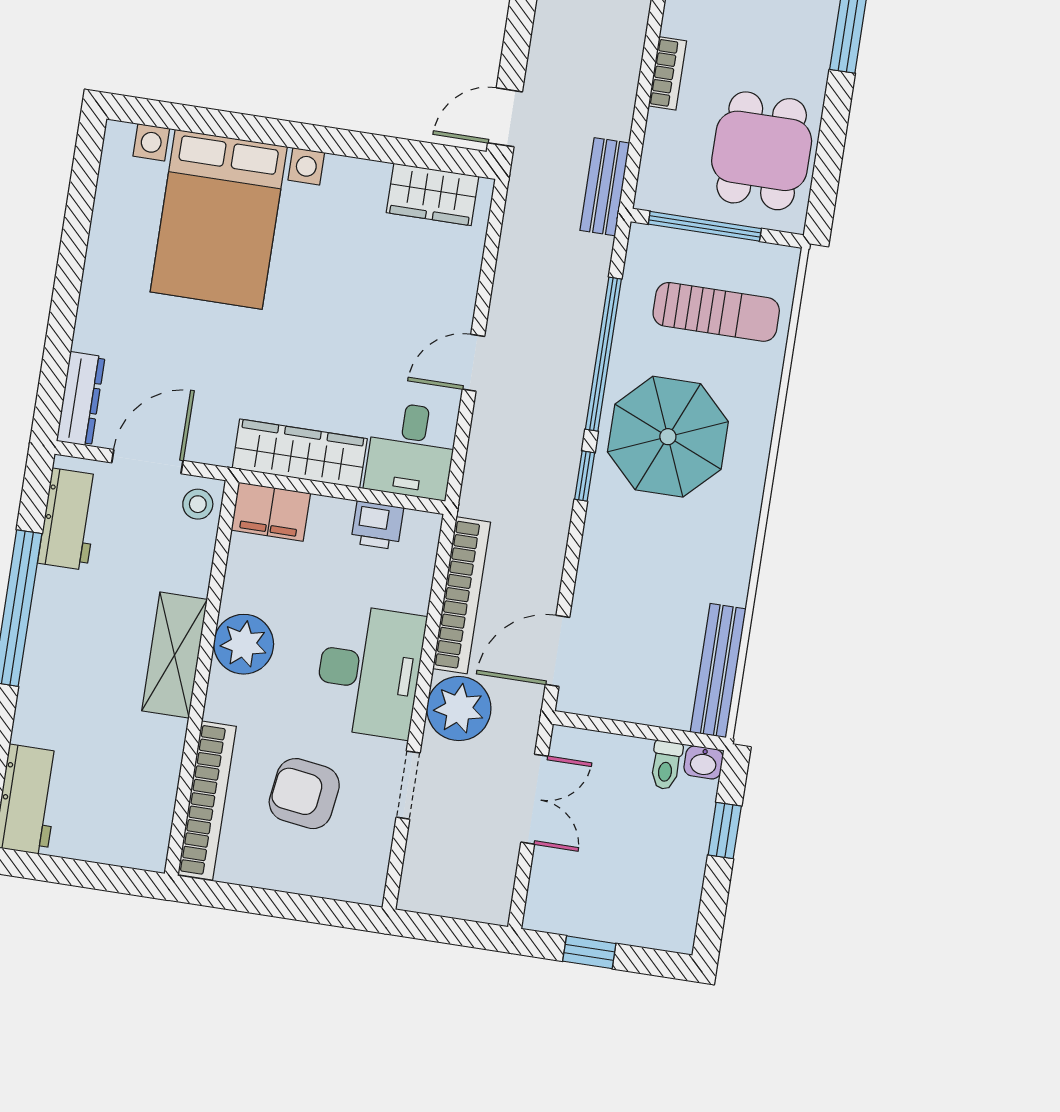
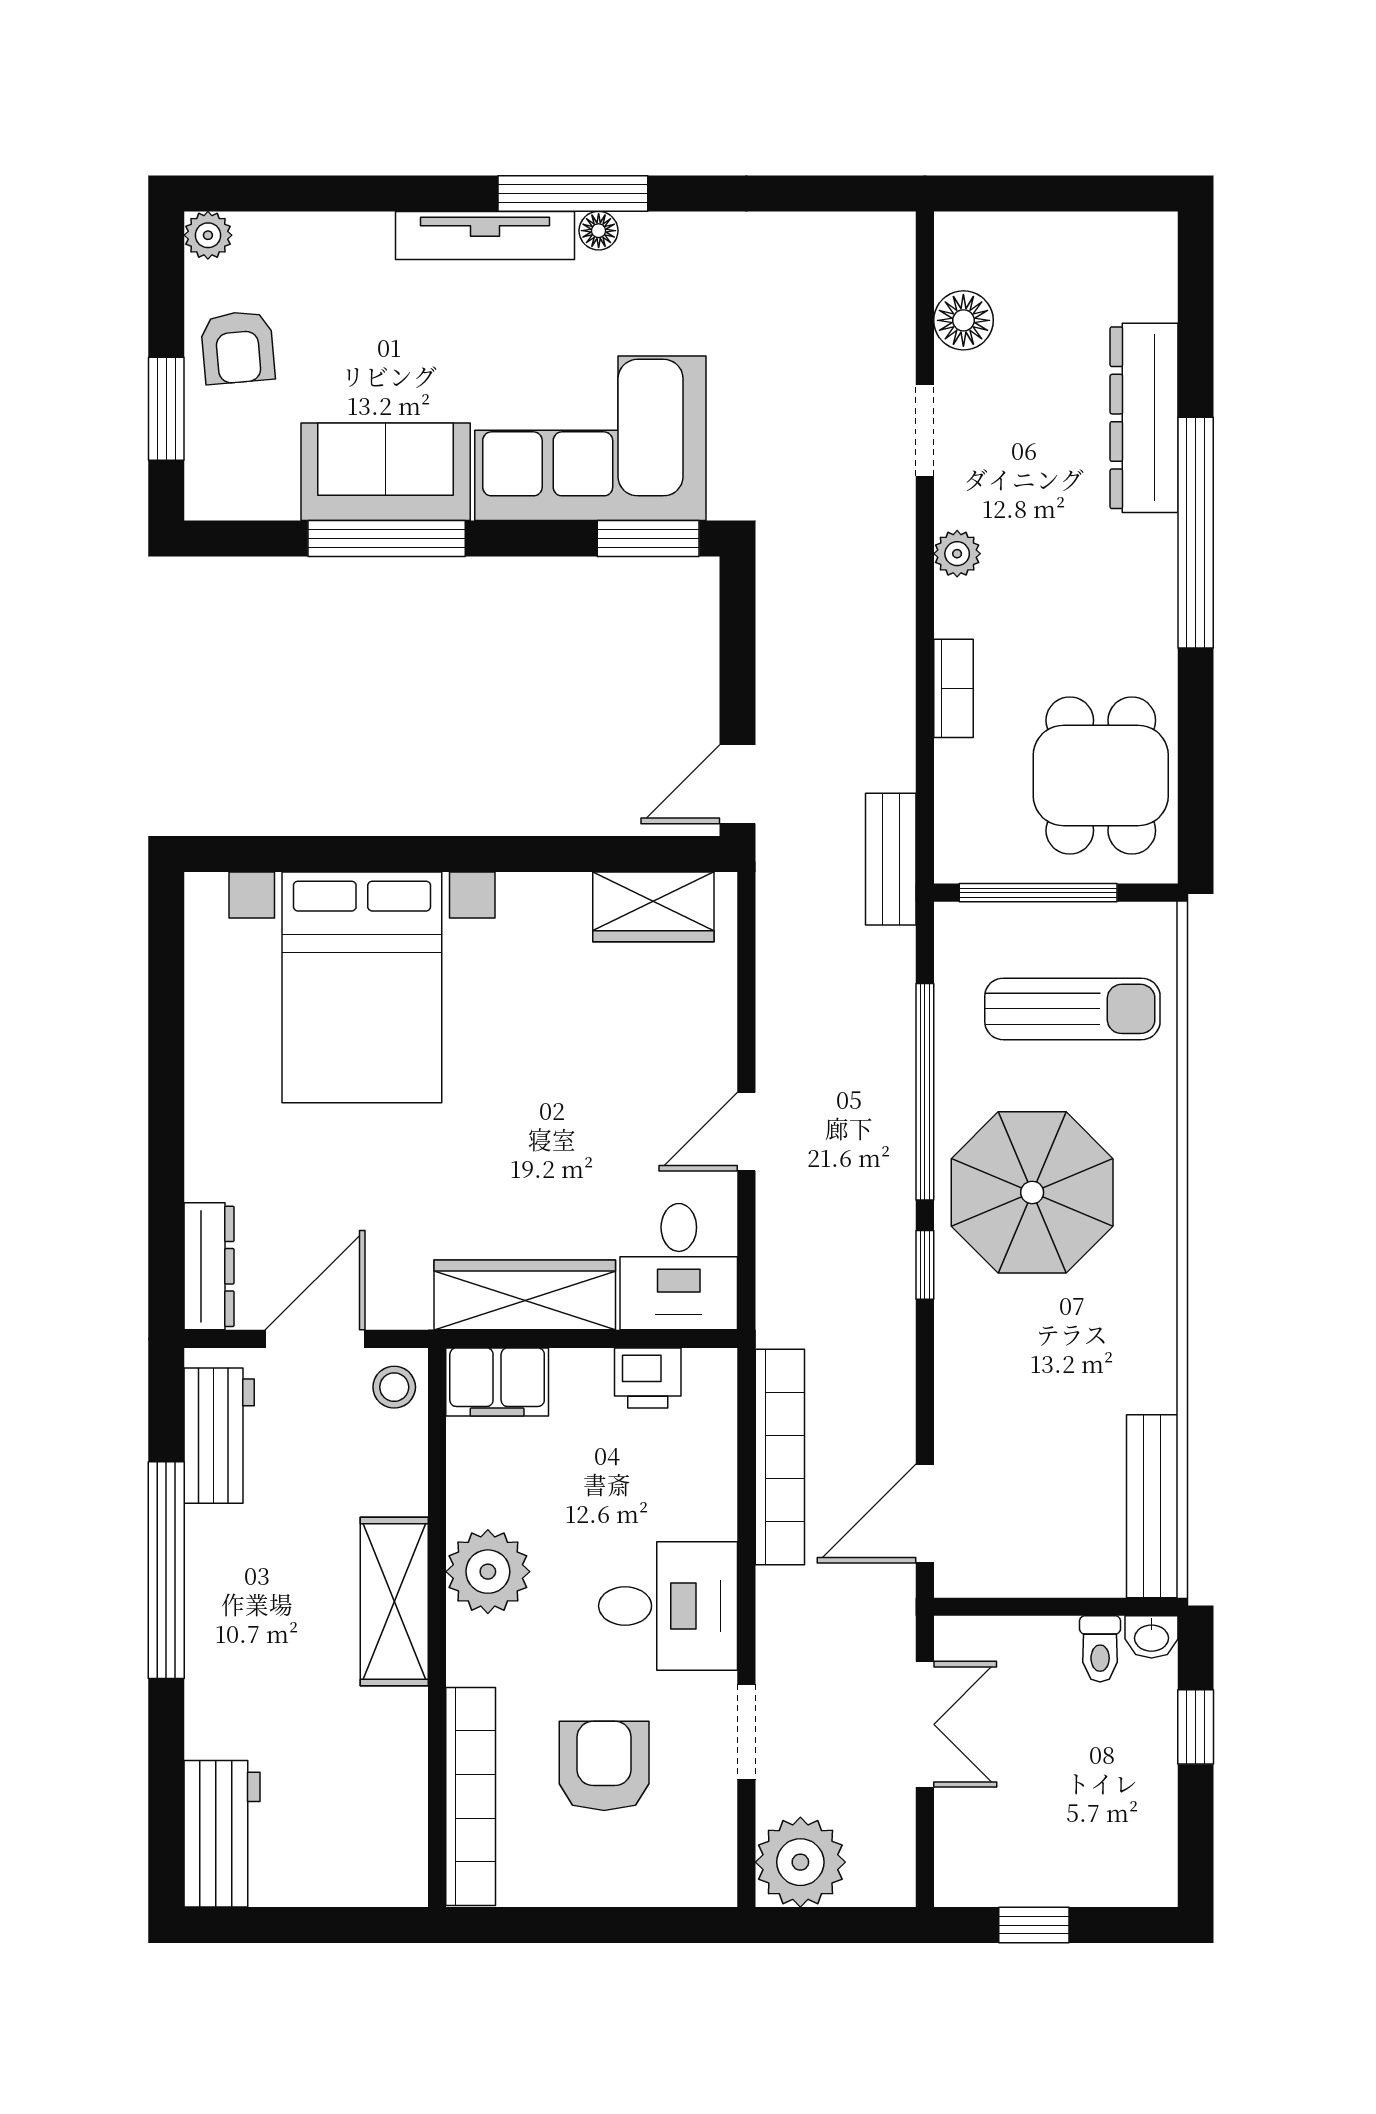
desk: (369, 671) -> (668, 1606), width x0.73
plant: (459, 709) -> (800, 1862), moved
armchair: (304, 794) -> (604, 1766), turned 82

